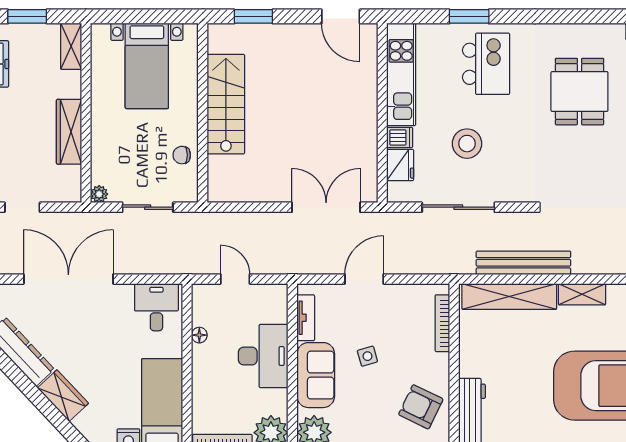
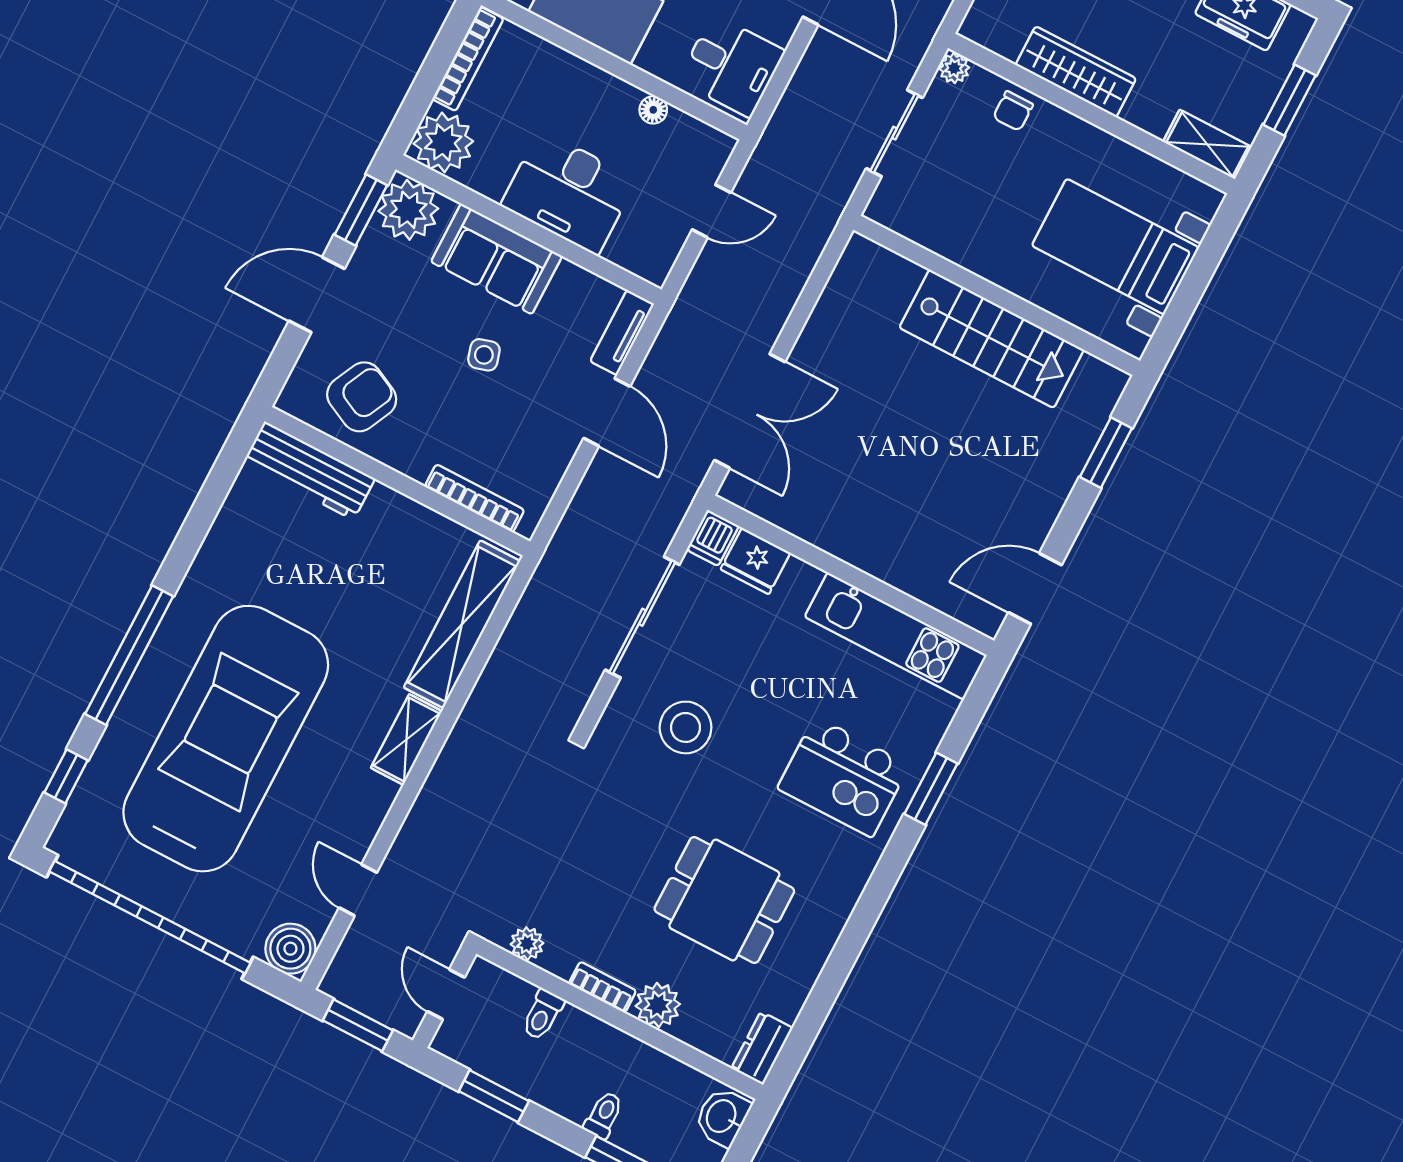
dishwasher: (400, 137) -> (713, 538), moved
stool: (467, 144) -> (686, 727), moved
chair: (182, 155) -> (1013, 111), moved, turned 180
bench: (523, 263) -> (503, 674), removed
tv unit: (306, 318) -> (622, 333), moved, turned 90

